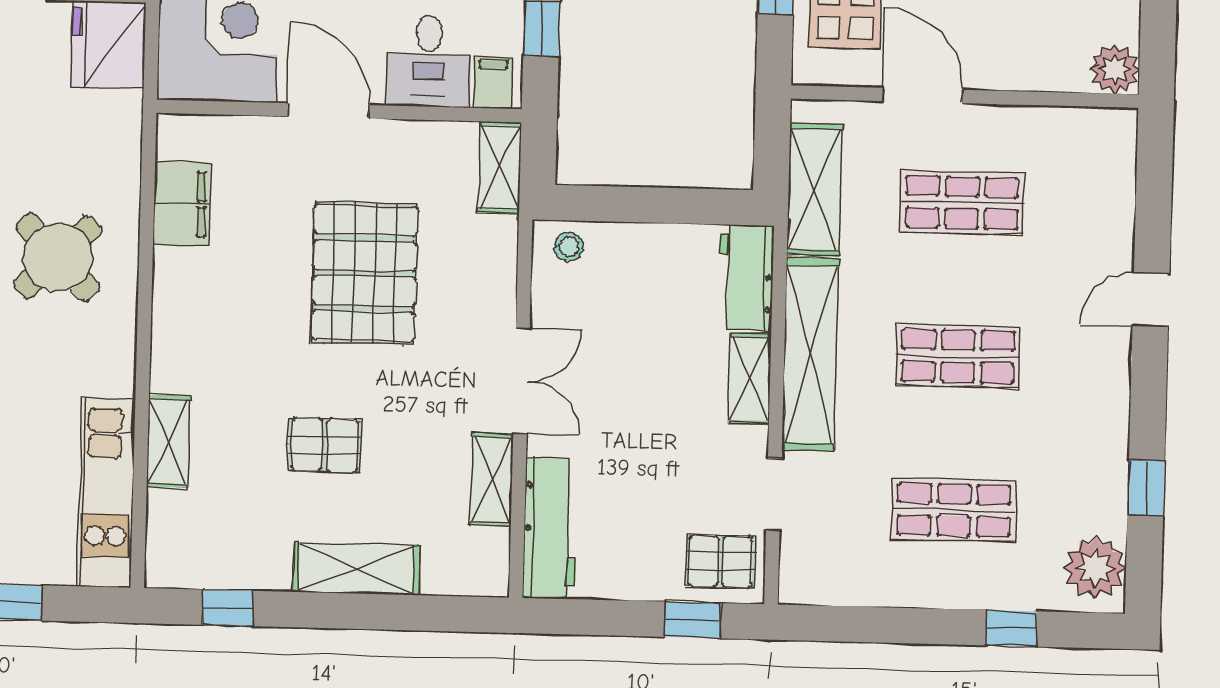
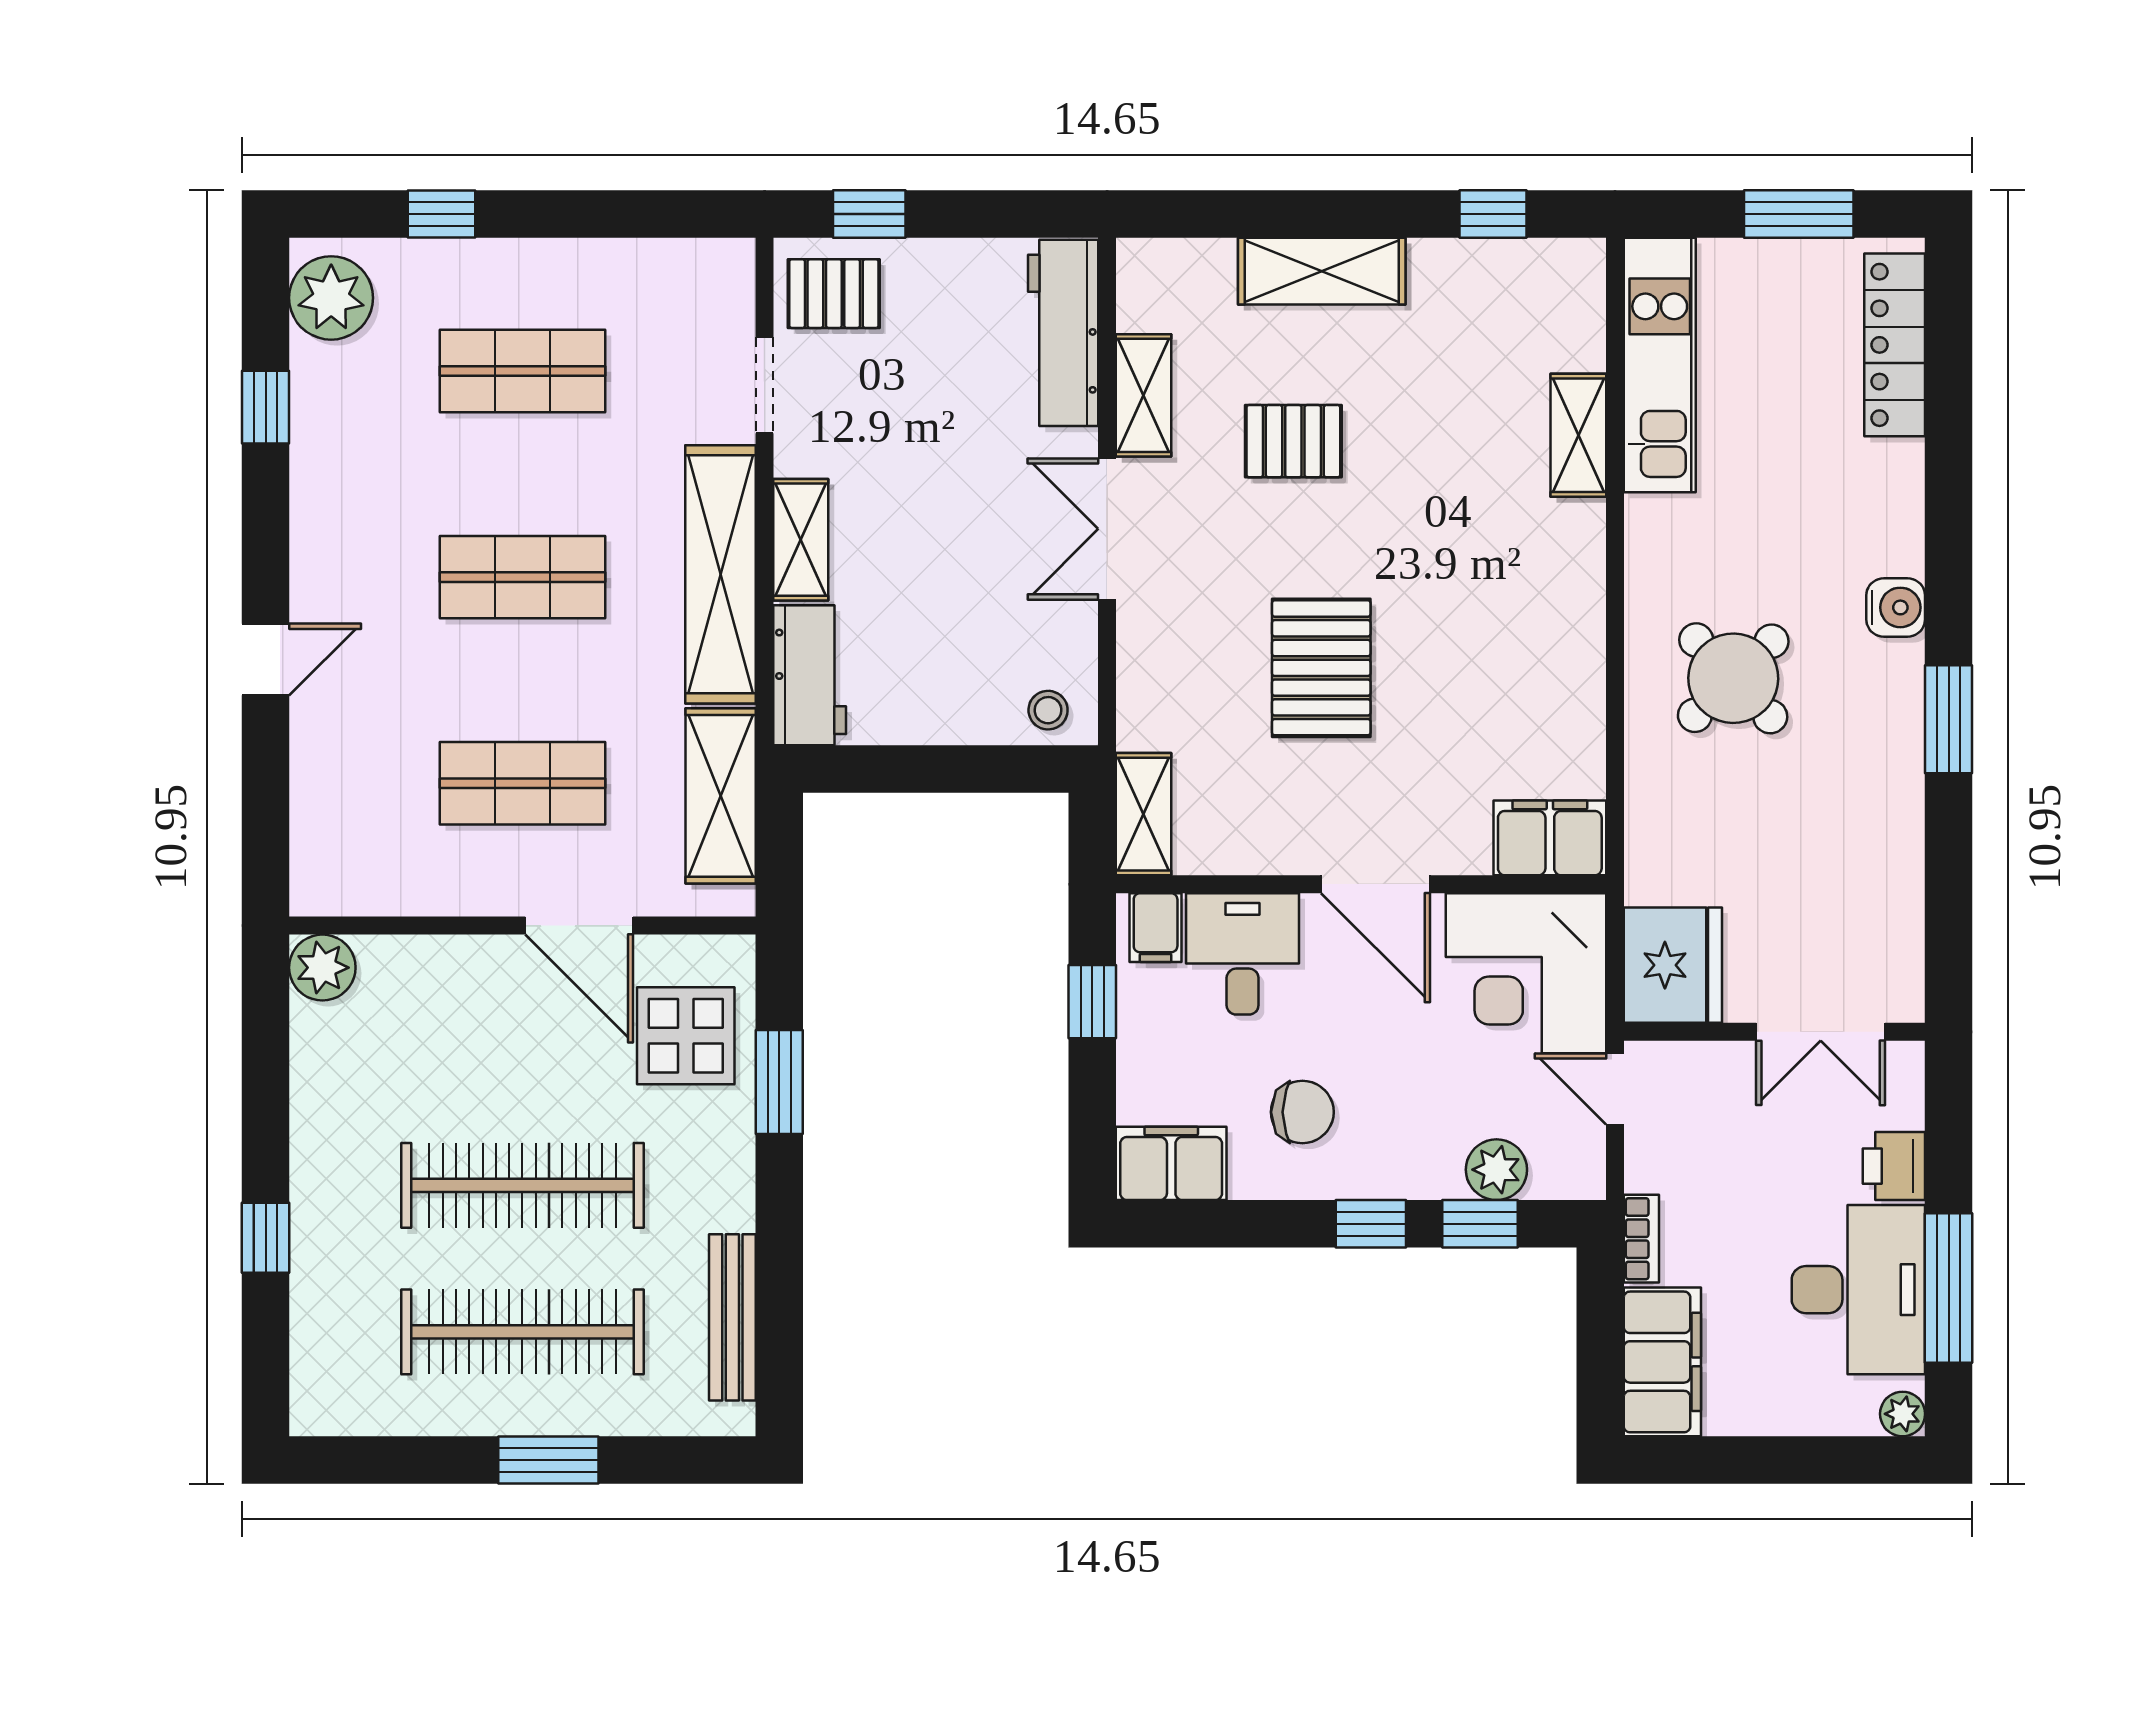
filing cabinet: (182, 204) -> (1550, 838), moved, turned 90
pallet: (365, 273) -> (1321, 668), width x0.73, depth x0.71
pallet: (324, 445) -> (1293, 441), moved

